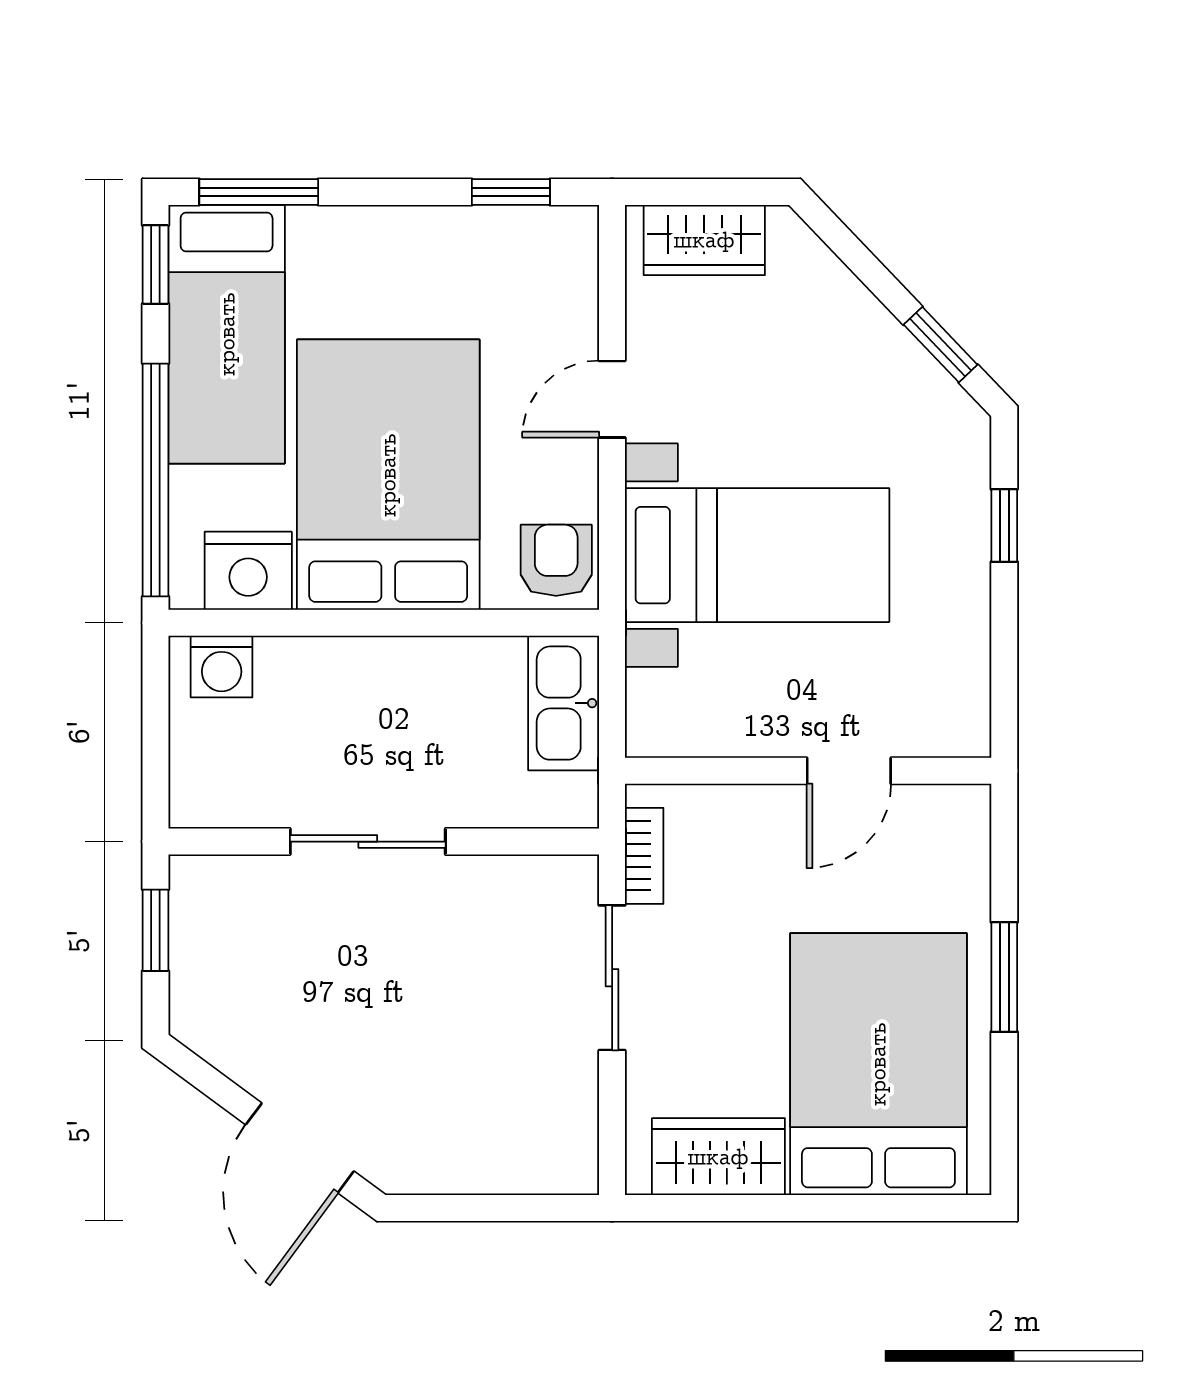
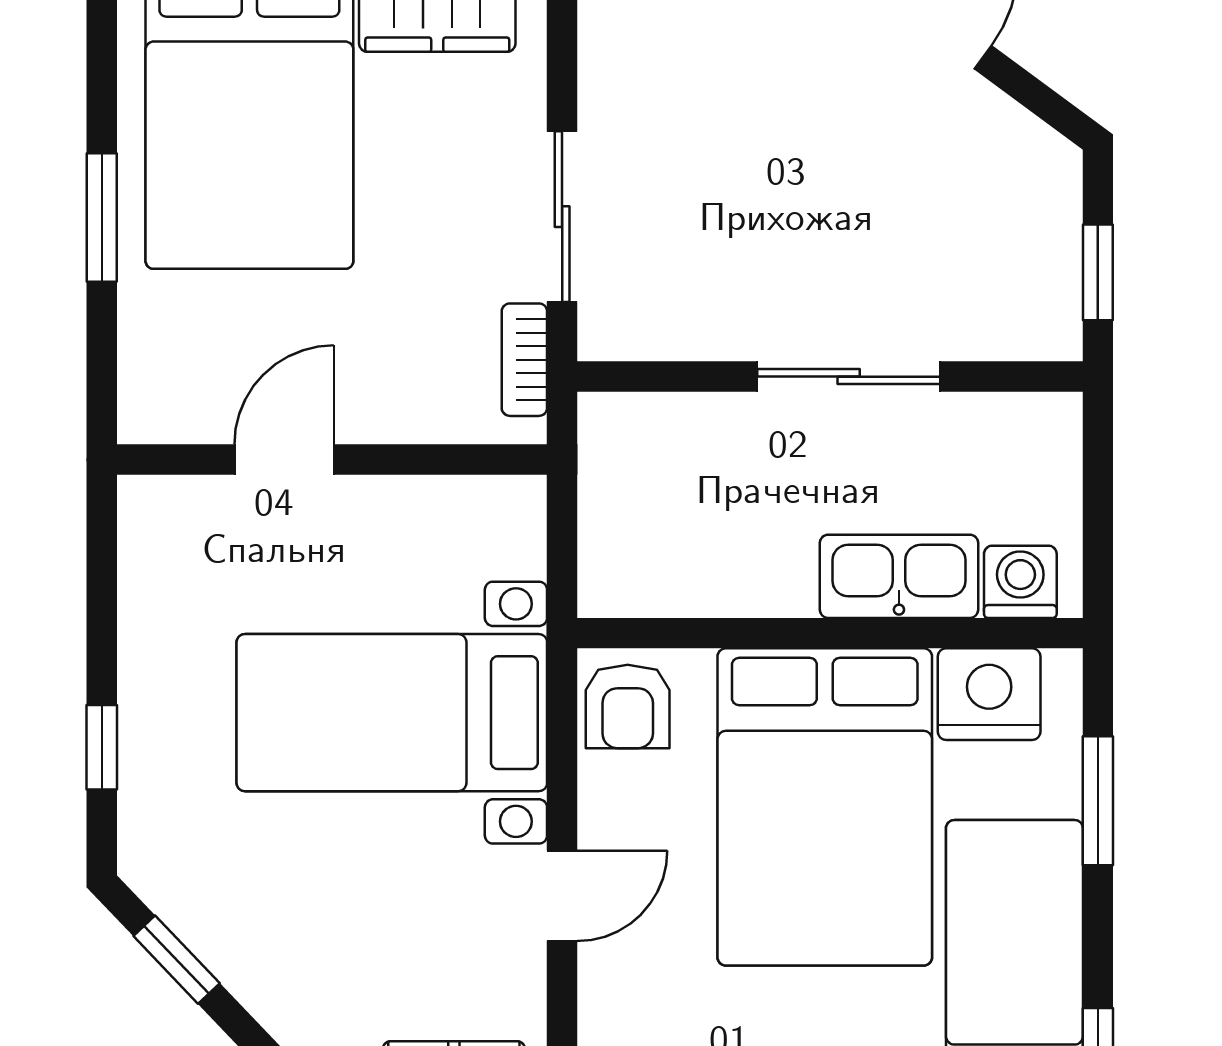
window: (155, 480) -> (1098, 801), width x0.47
kitchen sink: (564, 703) -> (899, 576), moved, turned -90

